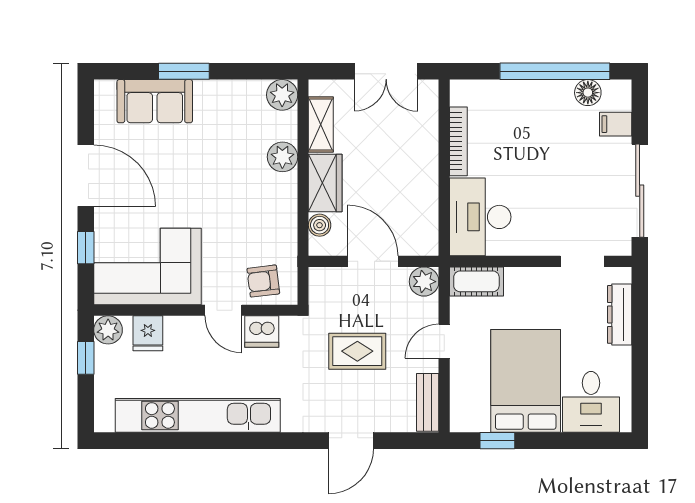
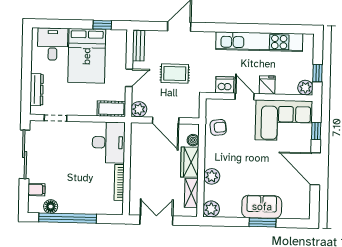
sofa: (155, 101) -> (262, 207), moved
armchair: (263, 281) -> (218, 127), moved
fridge: (148, 333) -> (267, 85), moved

